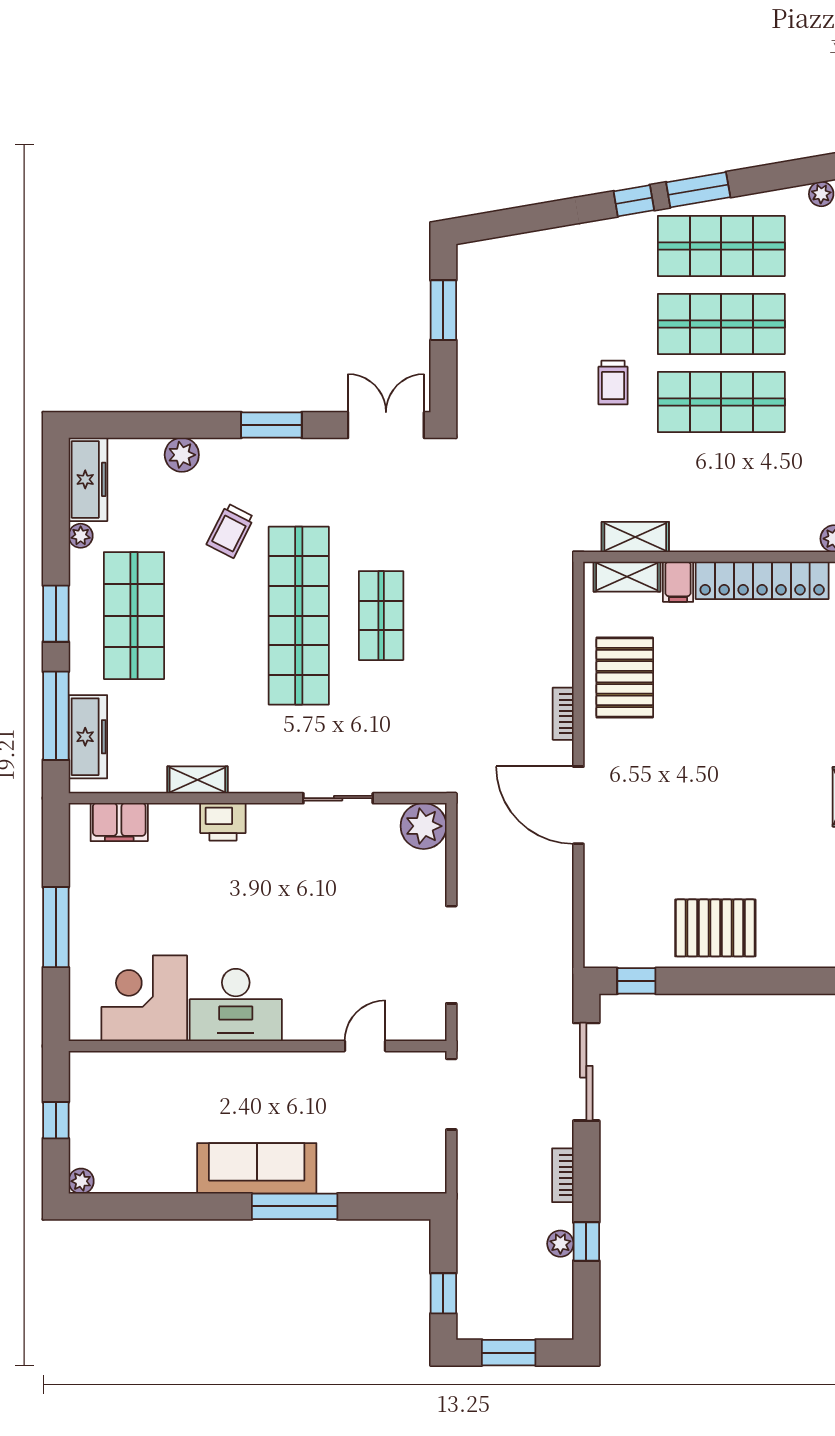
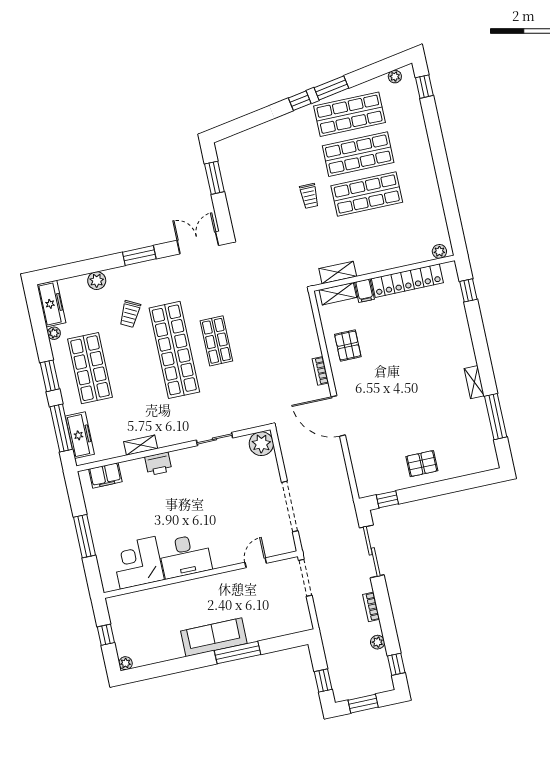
pallet: (625, 677) -> (348, 346), width x0.67, depth x0.71
pallet: (715, 928) -> (422, 464), width x0.67, depth x0.71
window: (586, 1241) -> (396, 664), moved

